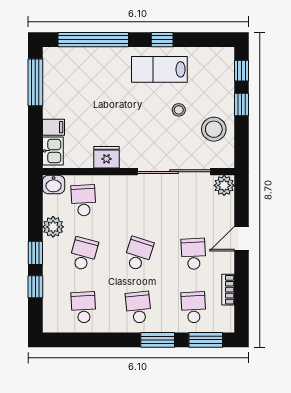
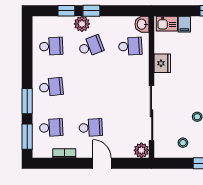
stool: (214, 129) -> (183, 143), width x0.53, depth x0.53
plant: (53, 227) -> (82, 24), moved
school desk: (83, 254) -> (91, 46), turned -36
school desk: (138, 254) -> (91, 87), removed

